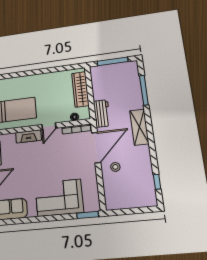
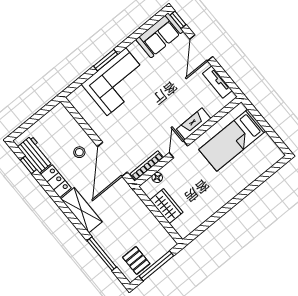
pallet: (124, 72) -> (136, 260), added
wardrobe: (80, 89) -> (166, 206), width x0.67
workbench: (102, 113) -> (35, 154), moved, turned 180
locker: (145, 158) -> (56, 181), added
window: (88, 215) -> (106, 60), moved

